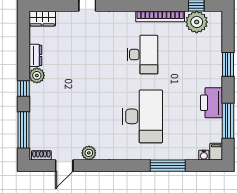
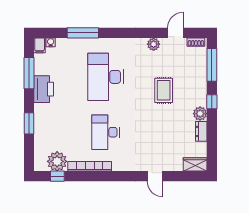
rug: (77, 101) -> (164, 90), added

